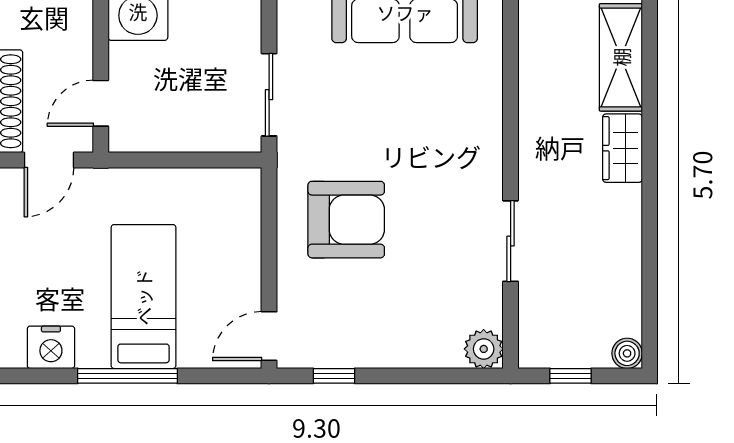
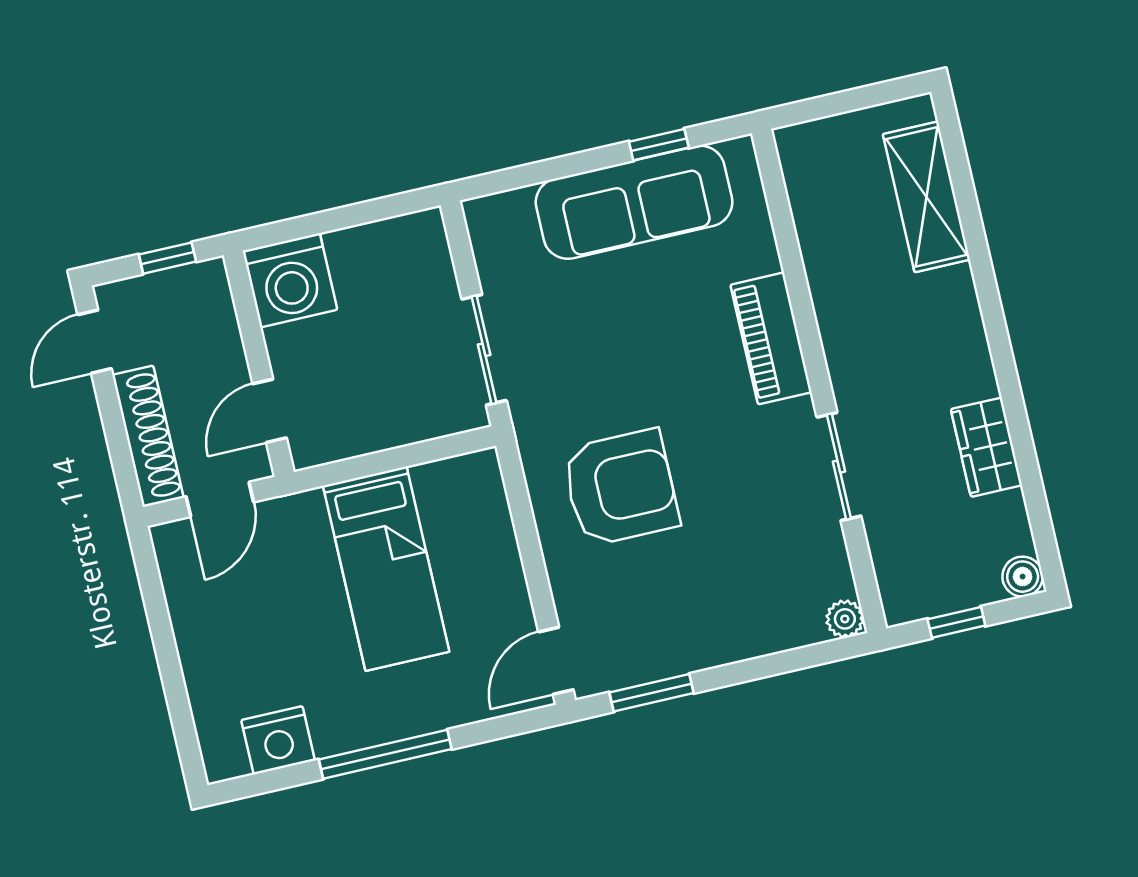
piano: (482, 135) -> (771, 338), added
wardrobe: (622, 148) -> (986, 447), moved
bed: (143, 297) -> (386, 569), moved, turned 180
plant: (484, 349) -> (845, 619), width x0.73, depth x0.73
window: (334, 376) -> (652, 693), width x1.50

